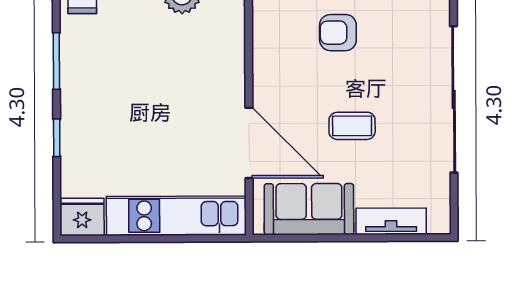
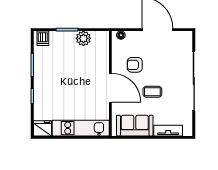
armchair: (338, 33) -> (135, 65), moved
door: (249, 143) -> (110, 88), moved

